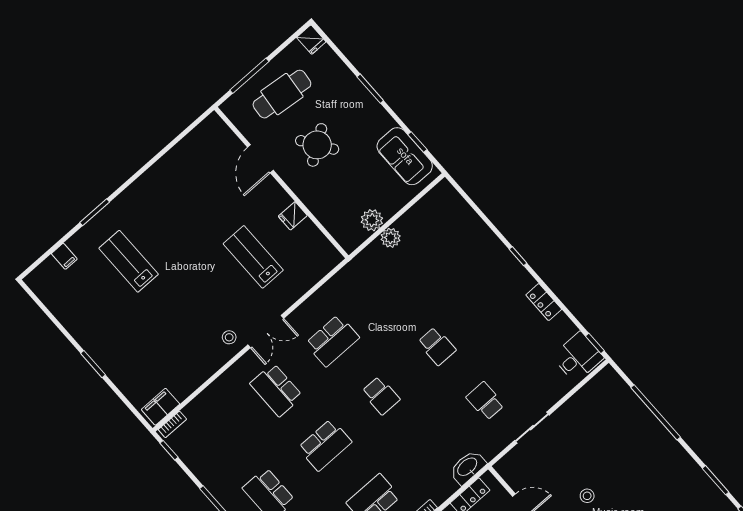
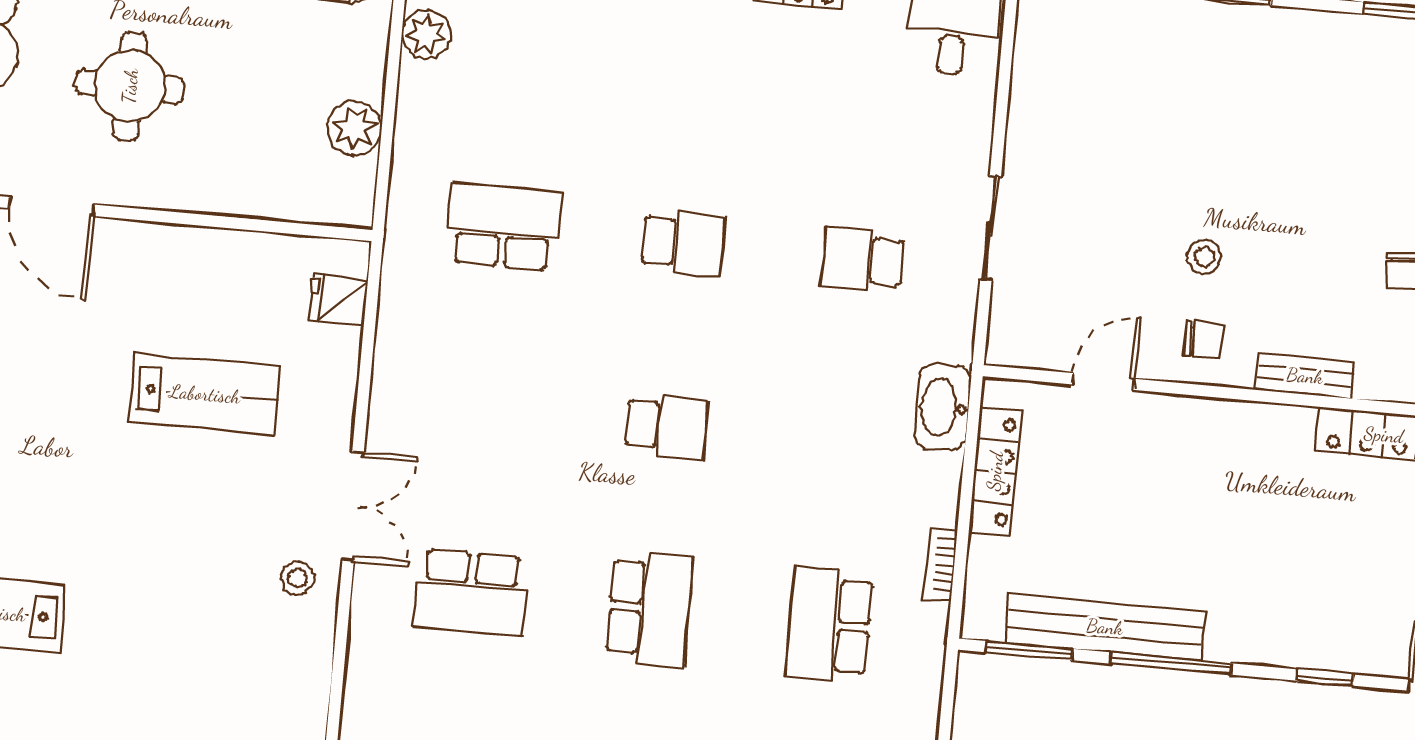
round table: (317, 145) -> (130, 86), turned 34
fridge: (293, 216) -> (338, 299), moved, turned 90
plant: (391, 238) -> (426, 34), moved
lab bench: (253, 257) -> (205, 394), turned 180
school desk: (332, 341) -> (504, 227), moved, turned -90

